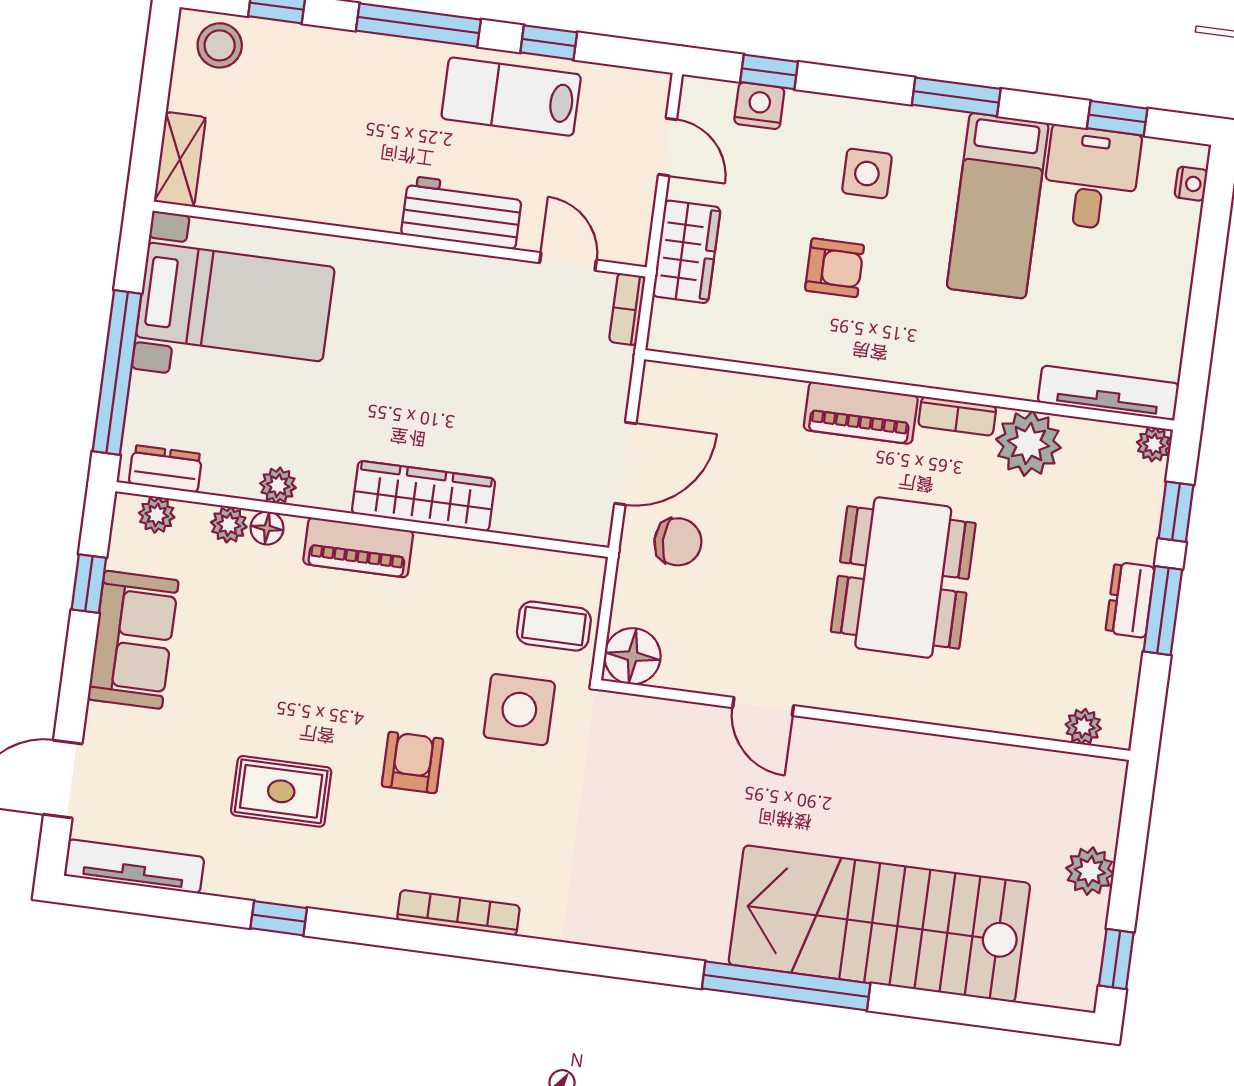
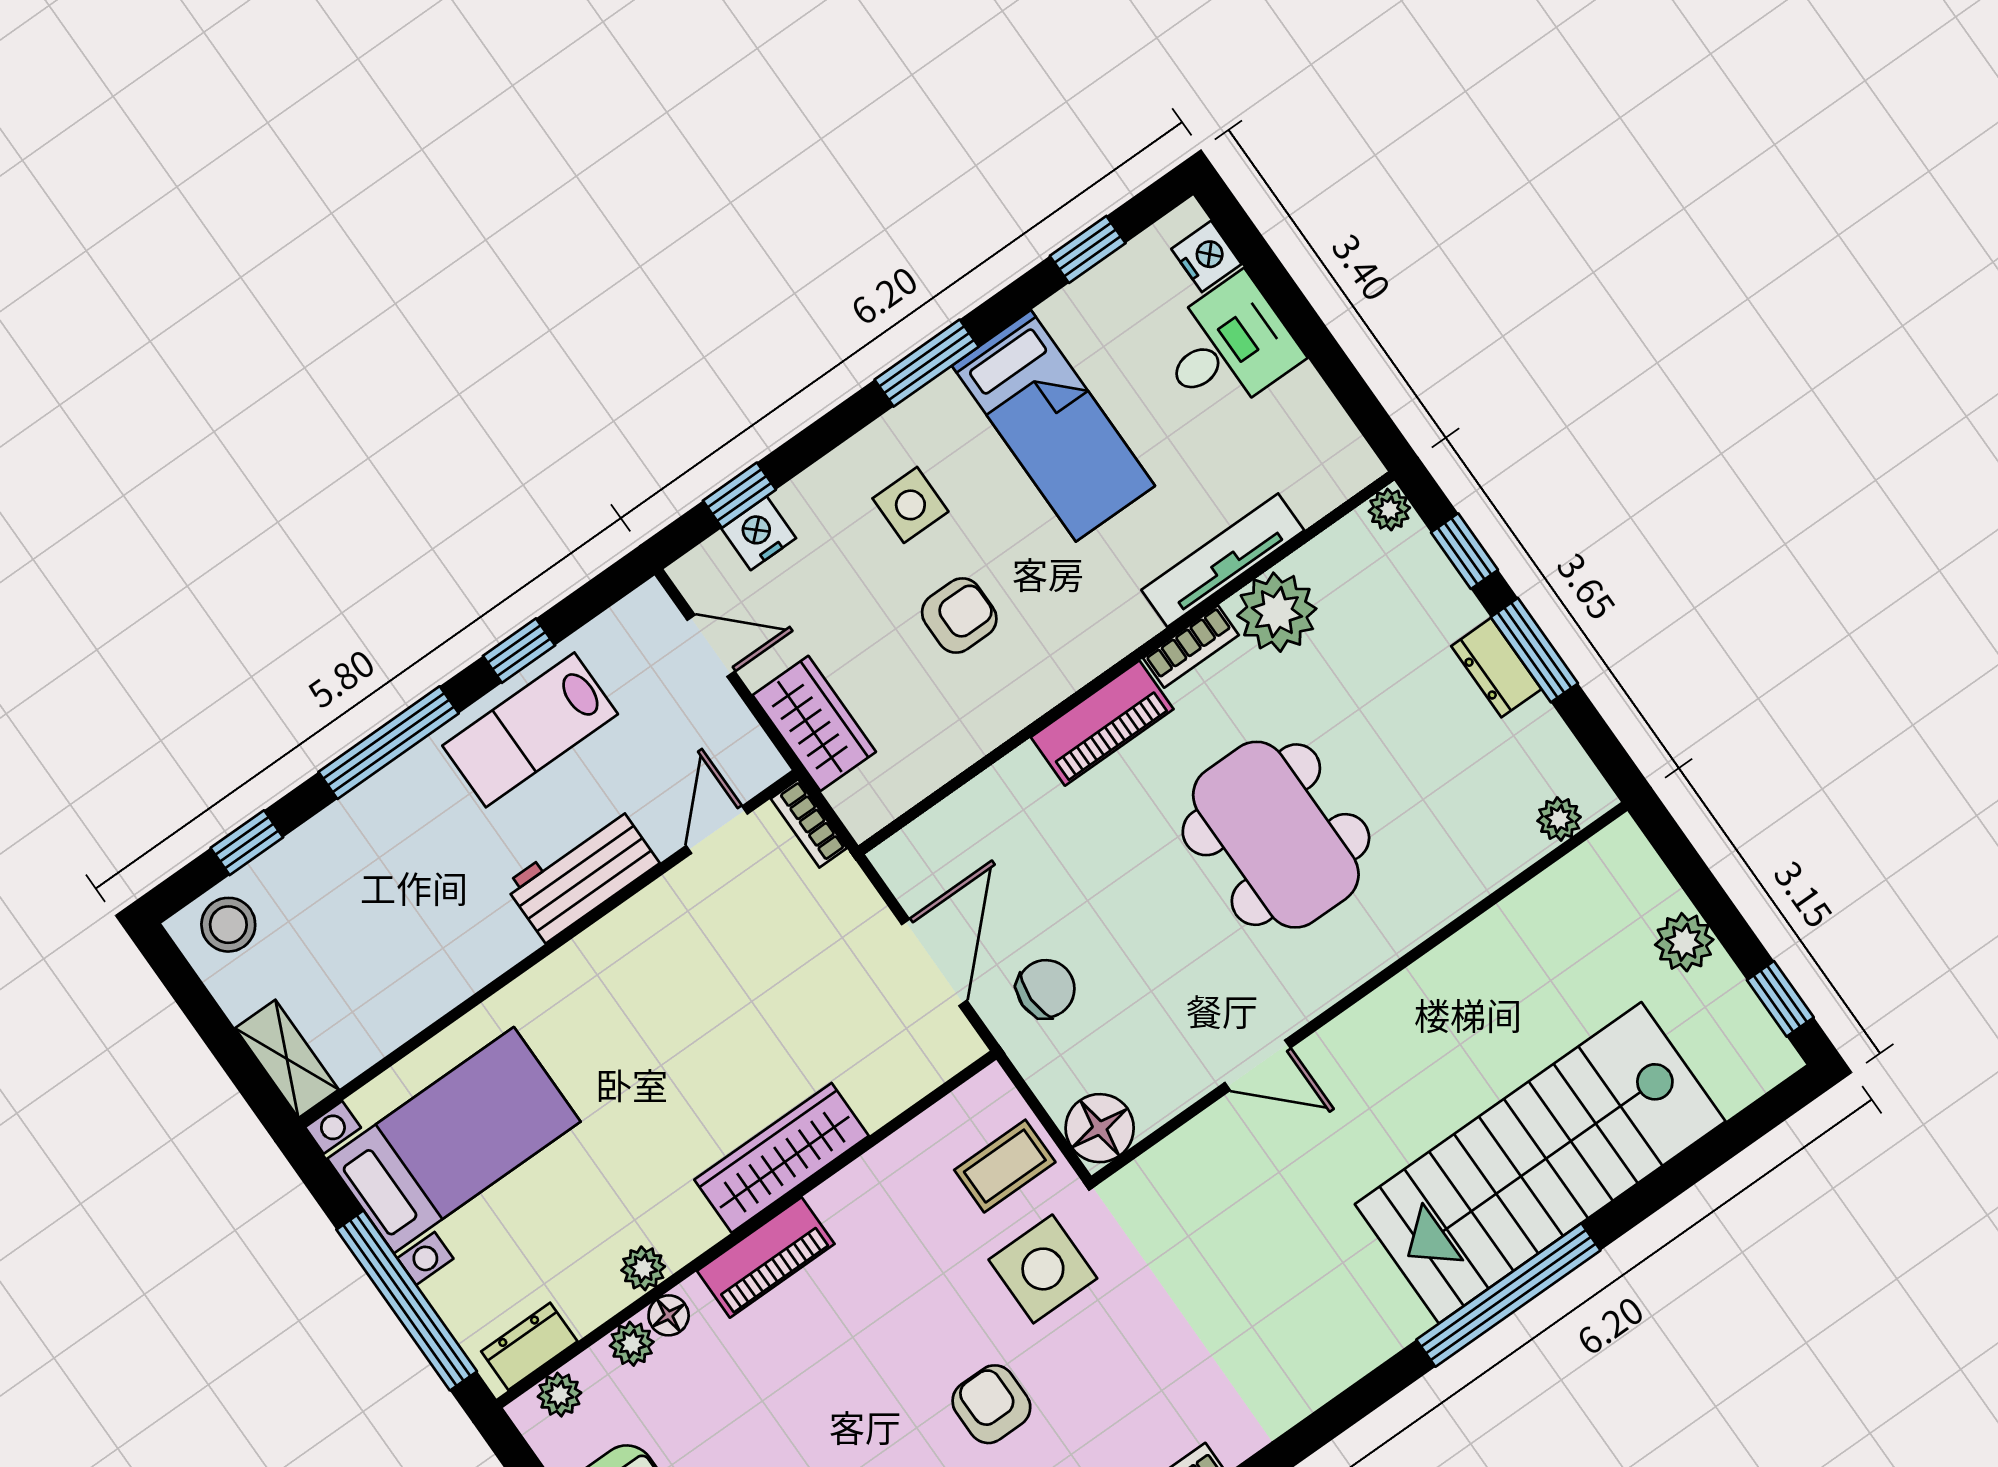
desk: (1091, 178) -> (1227, 347), moved, turned 90
nightstand: (1191, 184) -> (1206, 256), width x1.39, depth x1.35
door: (568, 261) -> (717, 830), hinge flipped
tv unit: (1108, 393) -> (1223, 560), moved

